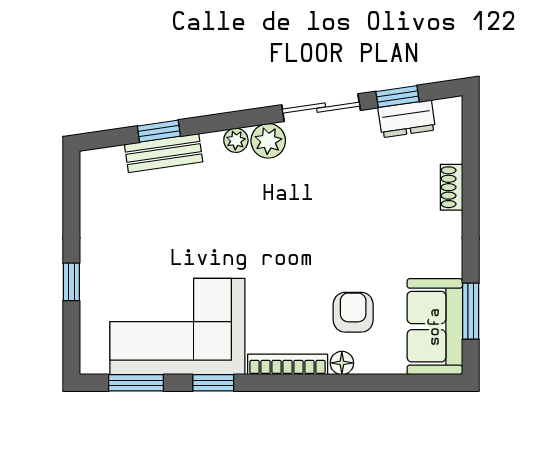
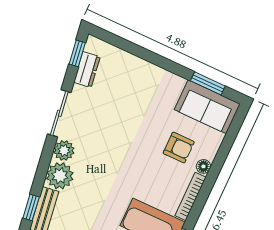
window: (398, 97) -> (77, 53), moved
plant: (236, 140) -> (60, 176), width x1.87, depth x1.87
shoe rack: (451, 187) -> (135, 62), removed
armchair: (353, 312) -> (179, 148), turned 180

